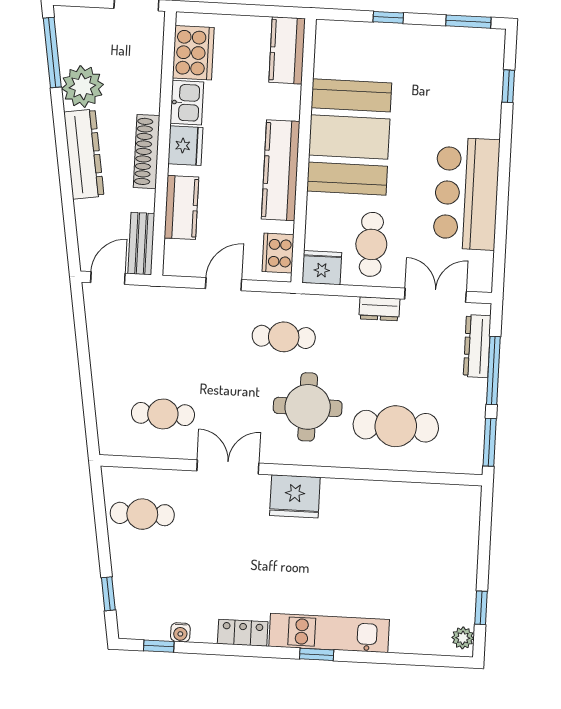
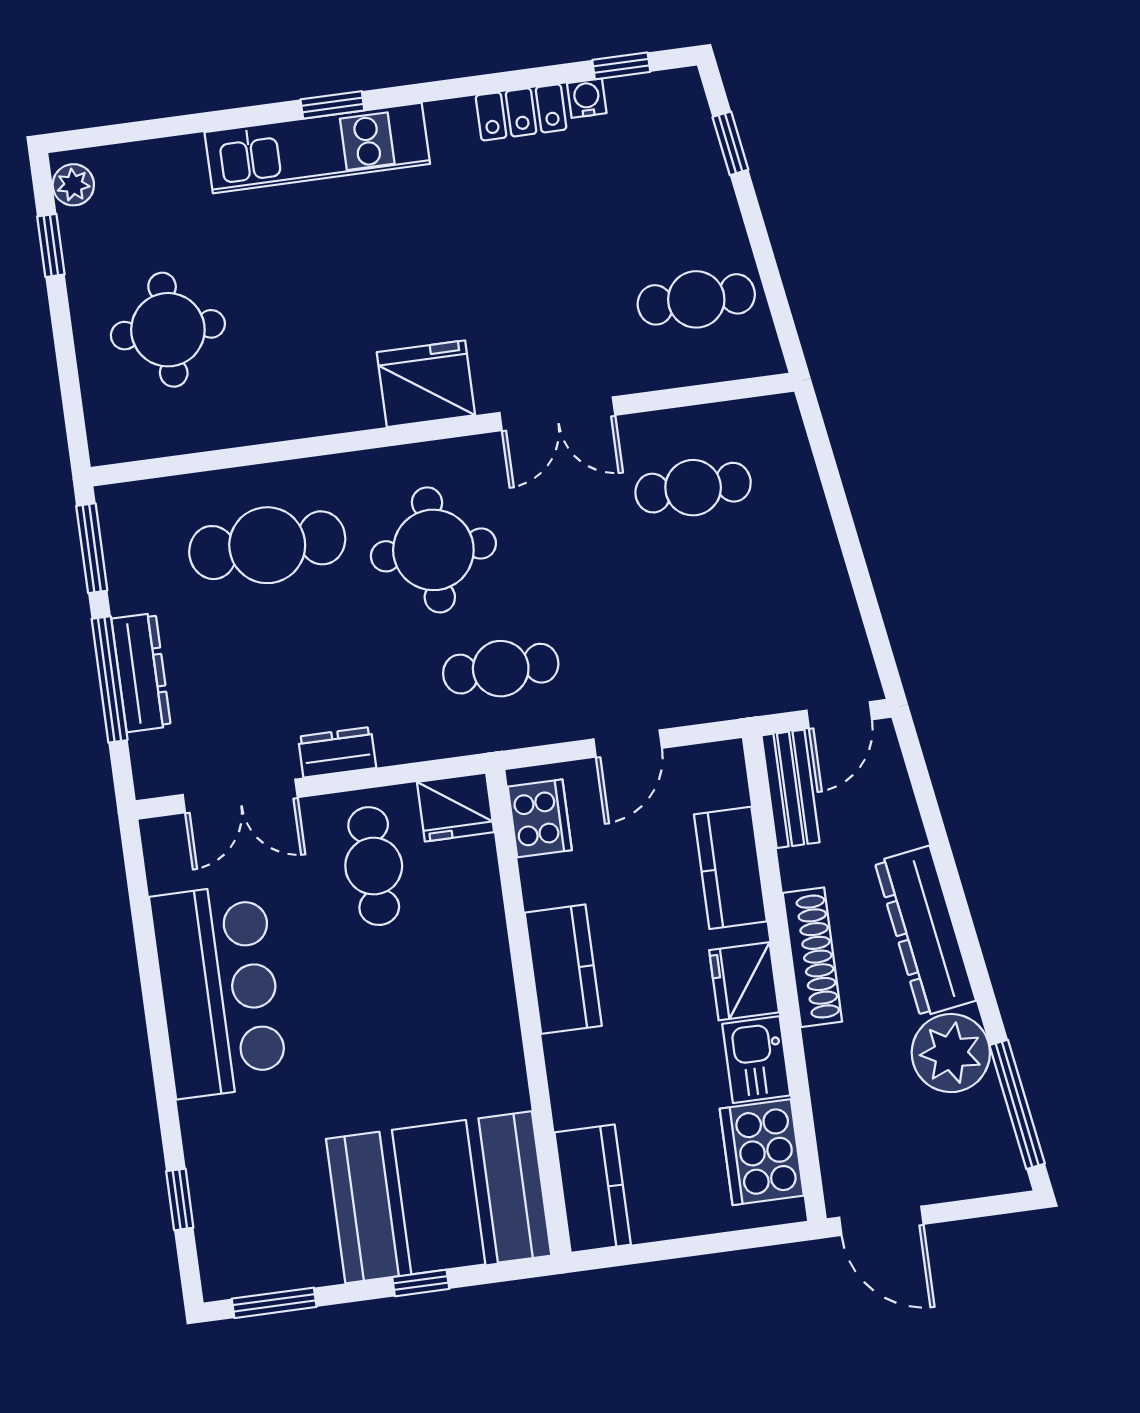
booth: (349, 137) -> (439, 1197), moved, turned 90
kitchen counter: (281, 170) -> (563, 969), width x0.67
dresser: (477, 346) -> (141, 673), moved
round table: (427, 551) -> (168, 330), added
locker: (243, 633) -> (521, 112), moved

